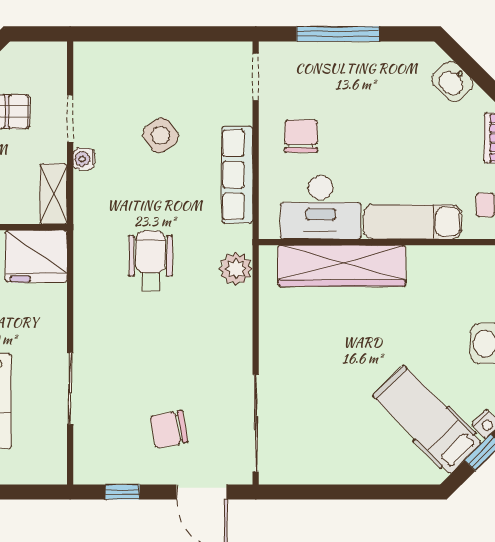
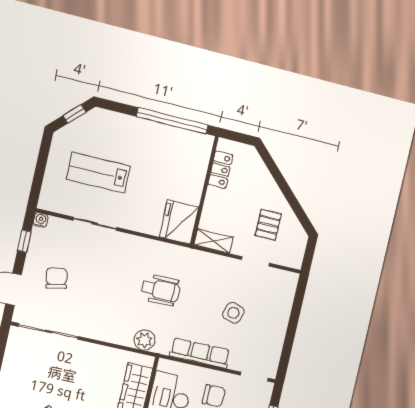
side table: (161, 135) -> (233, 313), turned -37
water cooler: (84, 159) -> (41, 220), moved

